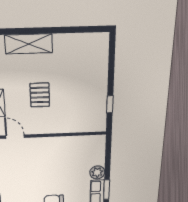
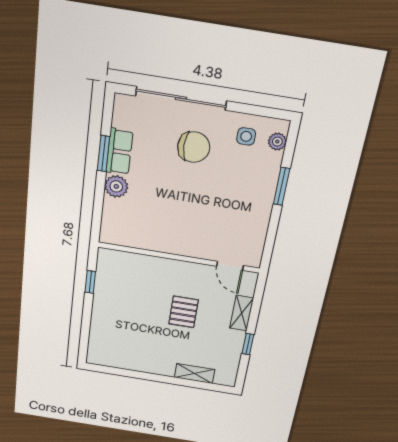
shelving: (29, 44) -> (195, 374), width x0.67, depth x0.75

